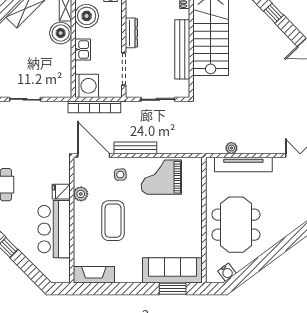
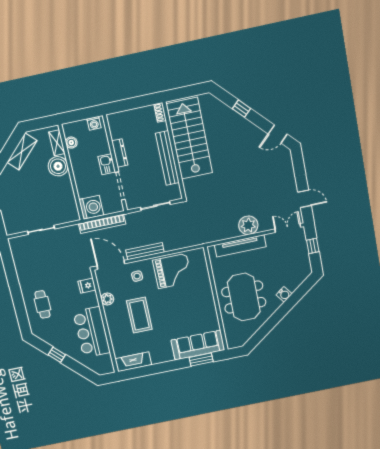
boiler: (87, 16) -> (71, 143), width x0.54, depth x0.54
kitchen sink: (83, 49) -> (107, 164), moved, turned 180
plant: (231, 148) -> (248, 225), moved, width x1.87, depth x1.87
grand piano: (161, 177) -> (172, 271), turned 180
fridge: (61, 192) -> (87, 286), moved
water cooler: (227, 272) -> (284, 294), moved

